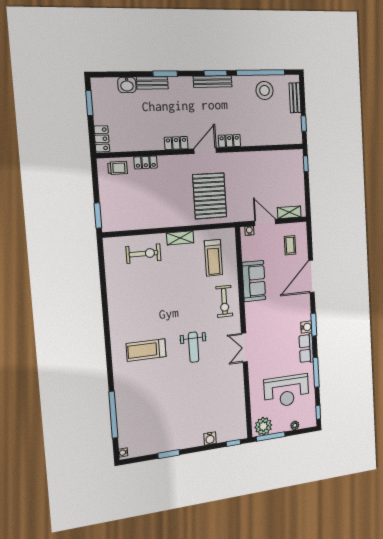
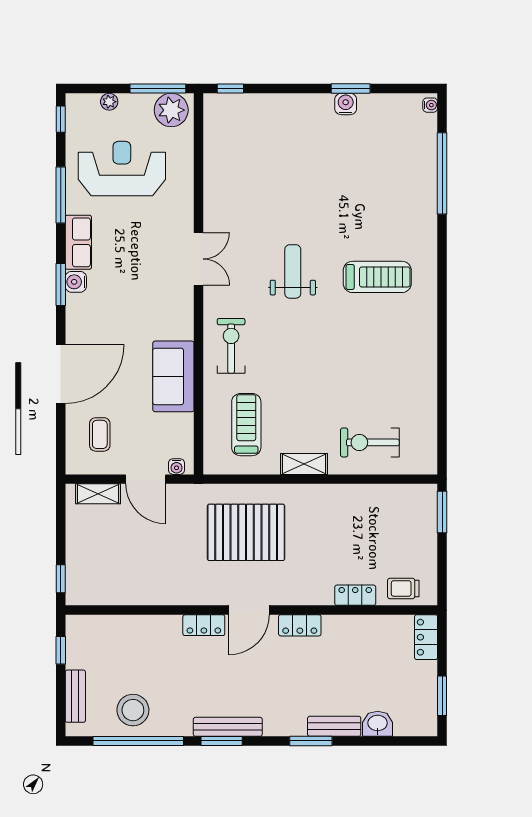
pallet: (210, 196) -> (246, 532), turned 90
water cooler: (210, 438) -> (346, 104), moved

